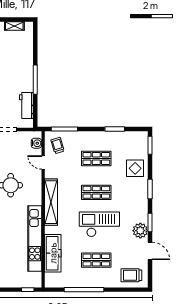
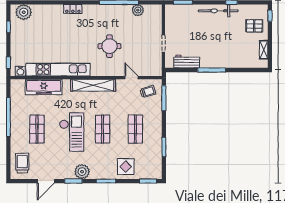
water cooler: (36, 143) -> (20, 71), moved
door: (43, 162) -> (132, 78), hinge flipped
plant: (140, 231) -> (82, 172), moved

